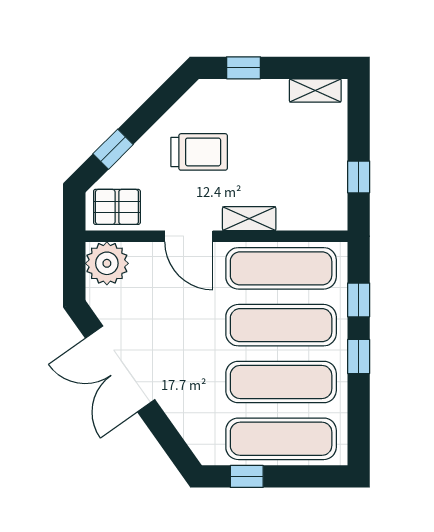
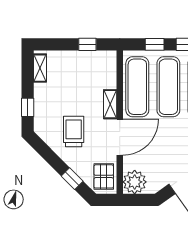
door: (189, 236) -> (120, 137), width x1.36

